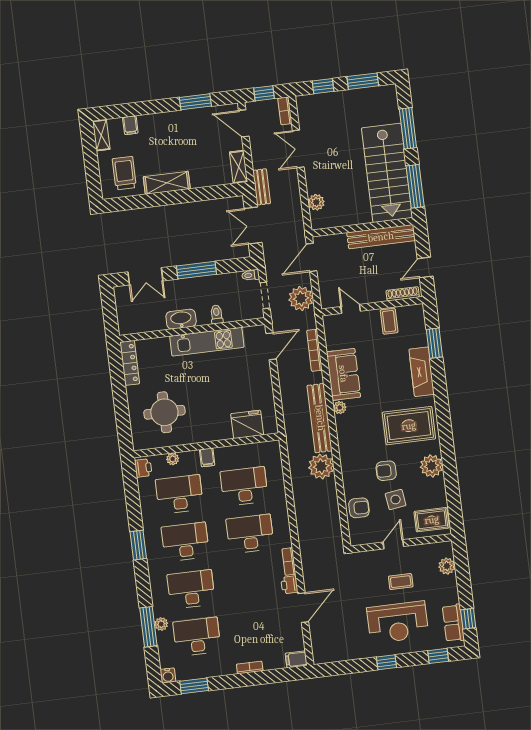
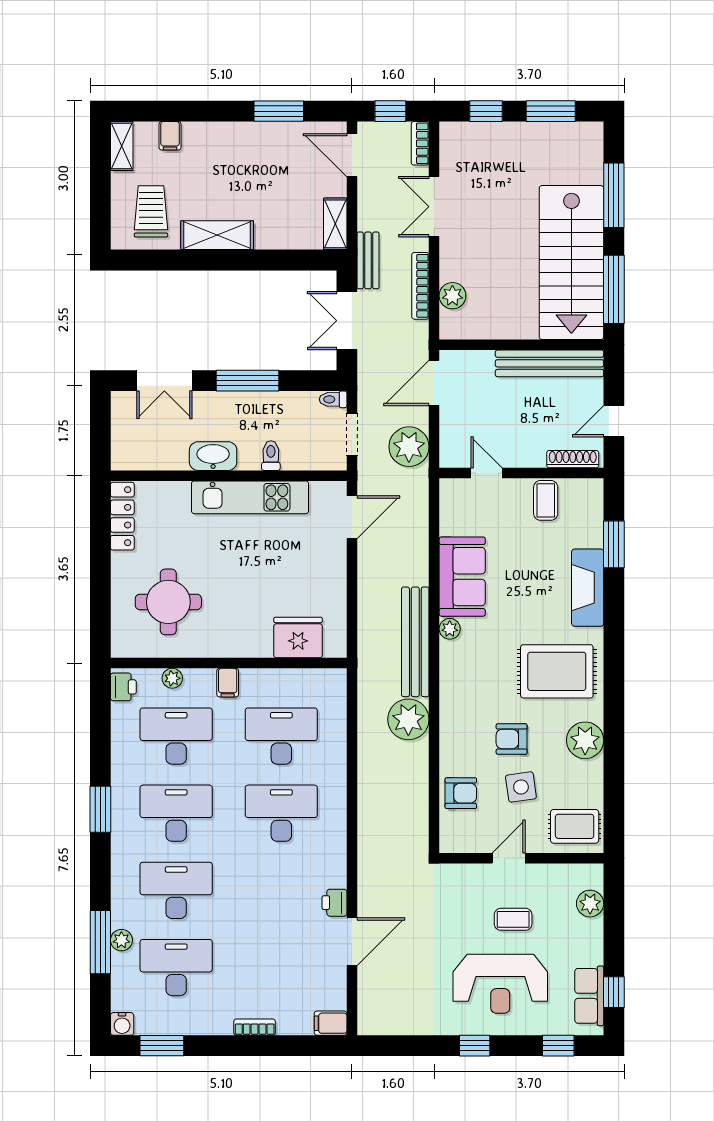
bookcase: (314, 350) -> (420, 286), moved
bookcase: (289, 562) -> (338, 865), removed

